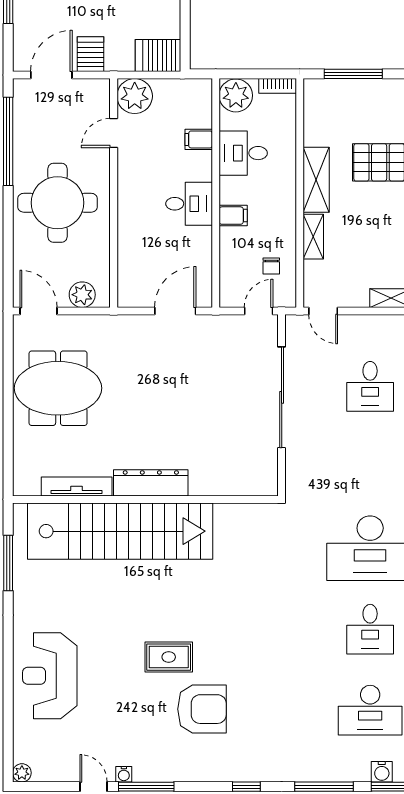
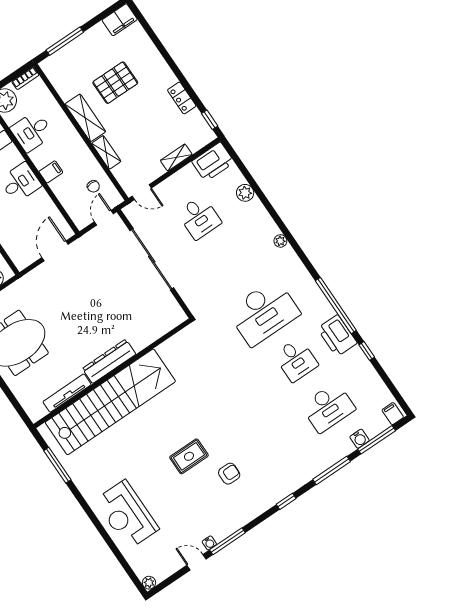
armchair: (202, 709) -> (229, 474), width x0.53, depth x0.53

